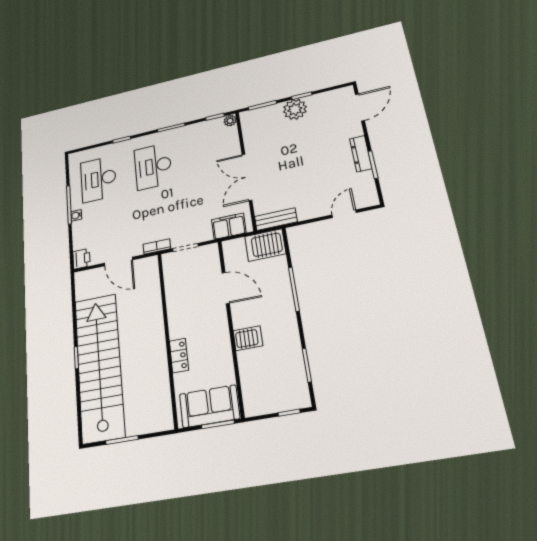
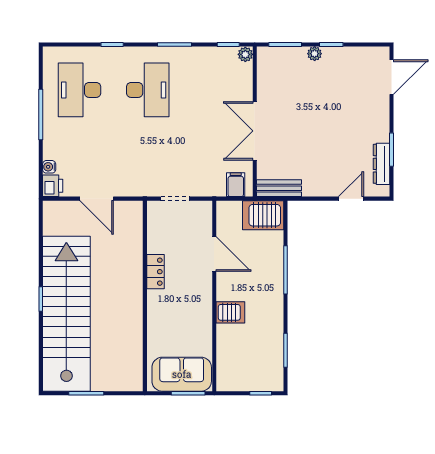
plant: (295, 109) -> (315, 54), width x0.53, depth x0.53
dresser: (361, 154) -> (381, 164), moved
desk: (153, 166) -> (148, 90), turned 180
water cooler: (76, 215) -> (49, 167), moved
filing cabinet: (229, 226) -> (236, 185), width x0.50
bookcase: (157, 247) -> (143, 191), removed
locker: (179, 356) -> (155, 272), moved

